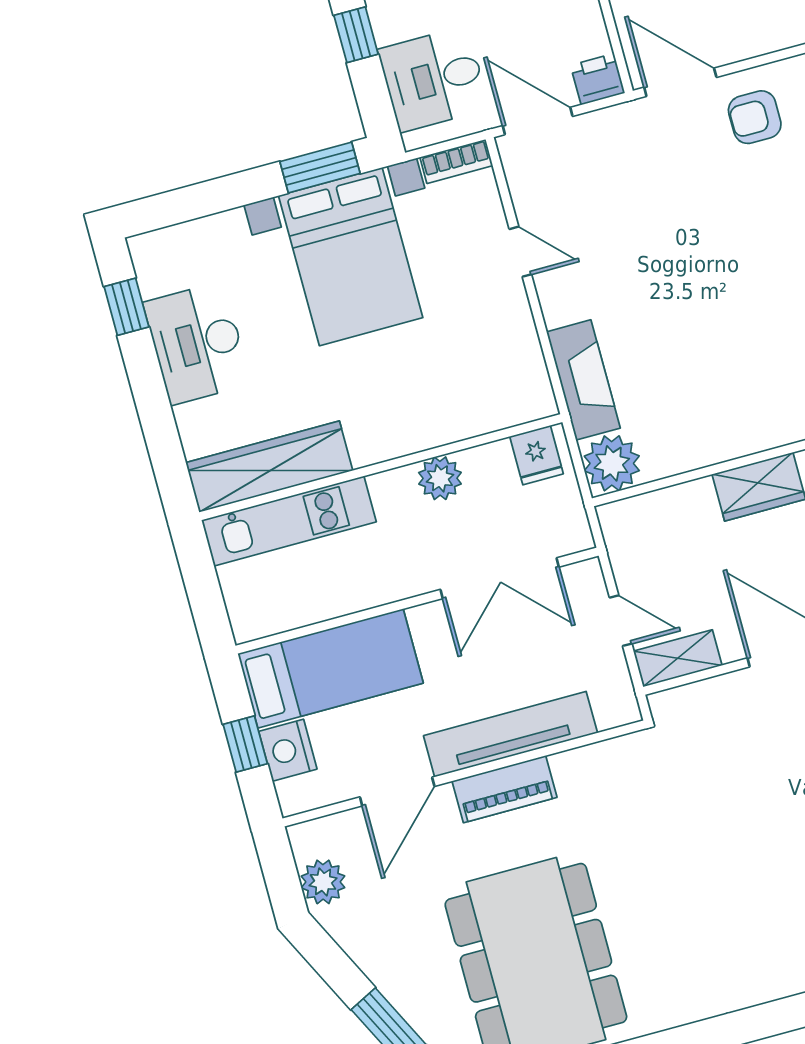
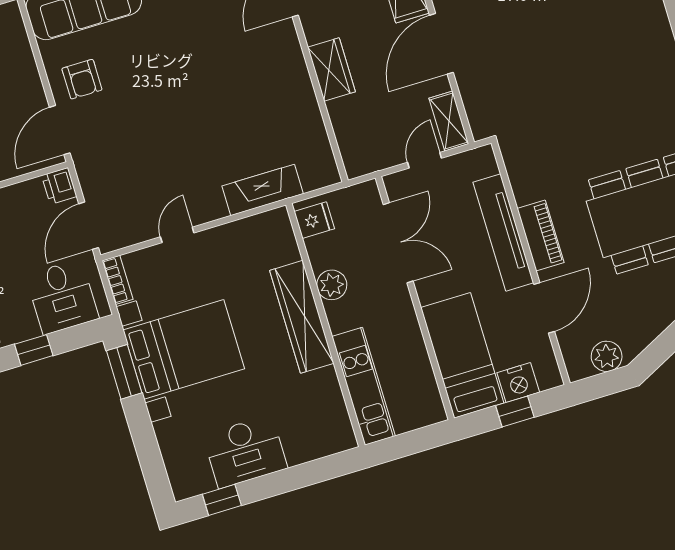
plant: (612, 463) -> (318, 169), removed
wardrobe: (269, 467) -> (302, 317), moved
door: (397, 792) -> (544, 308), hinge flipped

